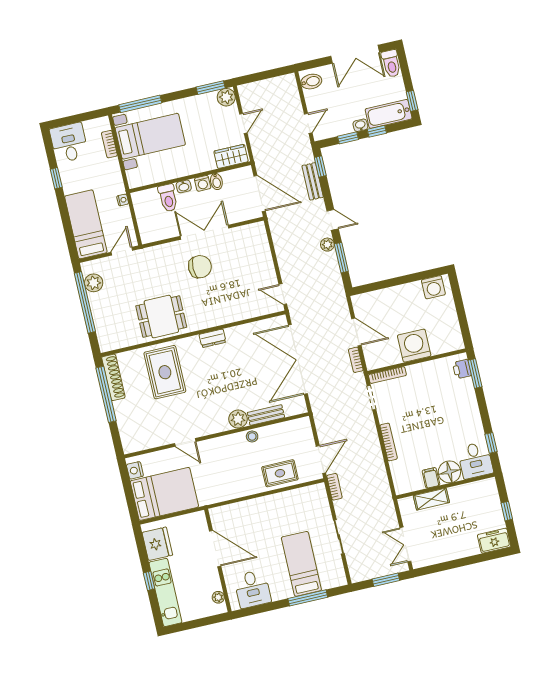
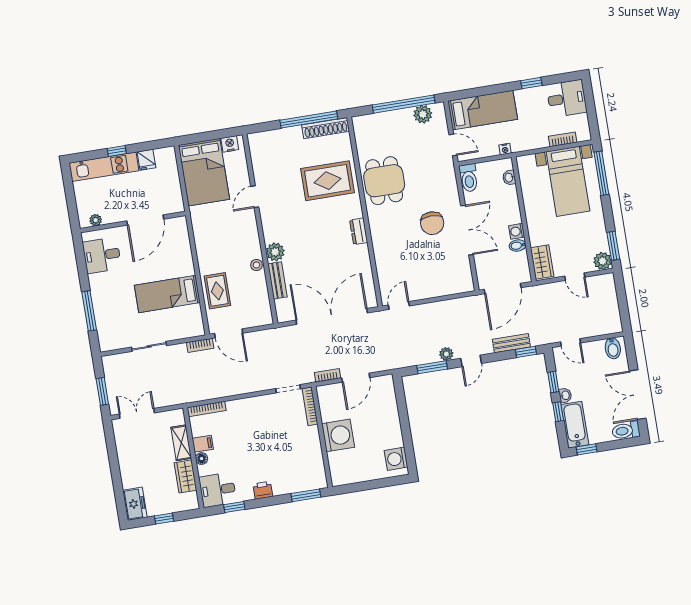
washbasin: (184, 186) -> (509, 178), moved
toilet: (168, 198) -> (469, 178), moved, turned -90
printer: (462, 369) -> (263, 490), moved
bookcase: (389, 442) -> (207, 409), moved
floor lamp: (449, 472) -> (202, 459), width x0.53, depth x0.53
wardrobe: (464, 493) -> (185, 476), added
fridge: (157, 544) -> (146, 160), width x0.53, depth x0.75
bed: (301, 564) -> (167, 294), moved, turned 180

